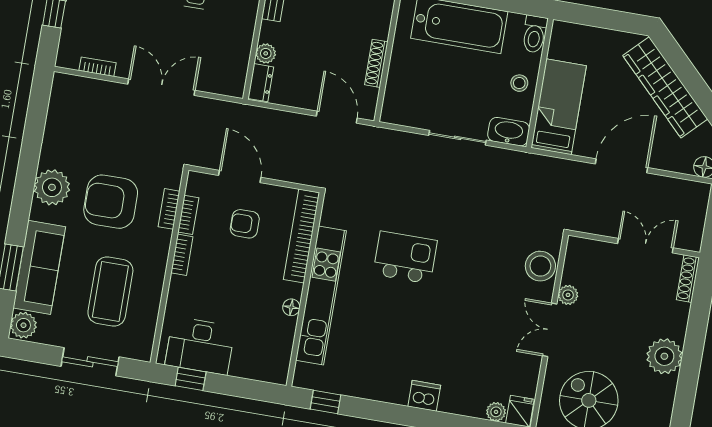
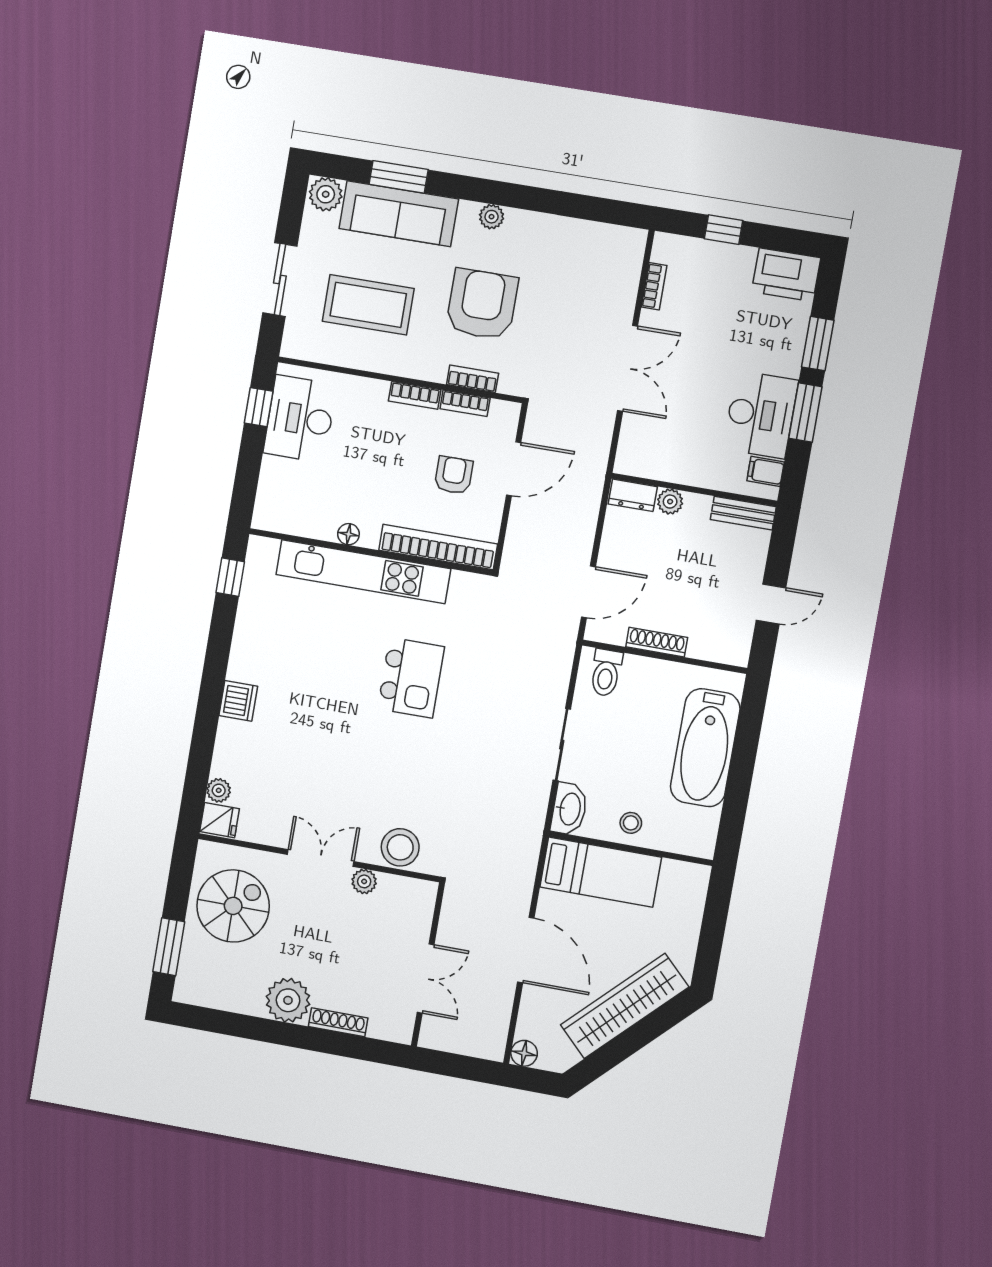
toilet: (535, 34) -> (606, 673), moved, turned -90
plant: (52, 187) -> (492, 217), width x0.53, depth x0.53
shoe rack: (688, 279) -> (338, 1022), moved

